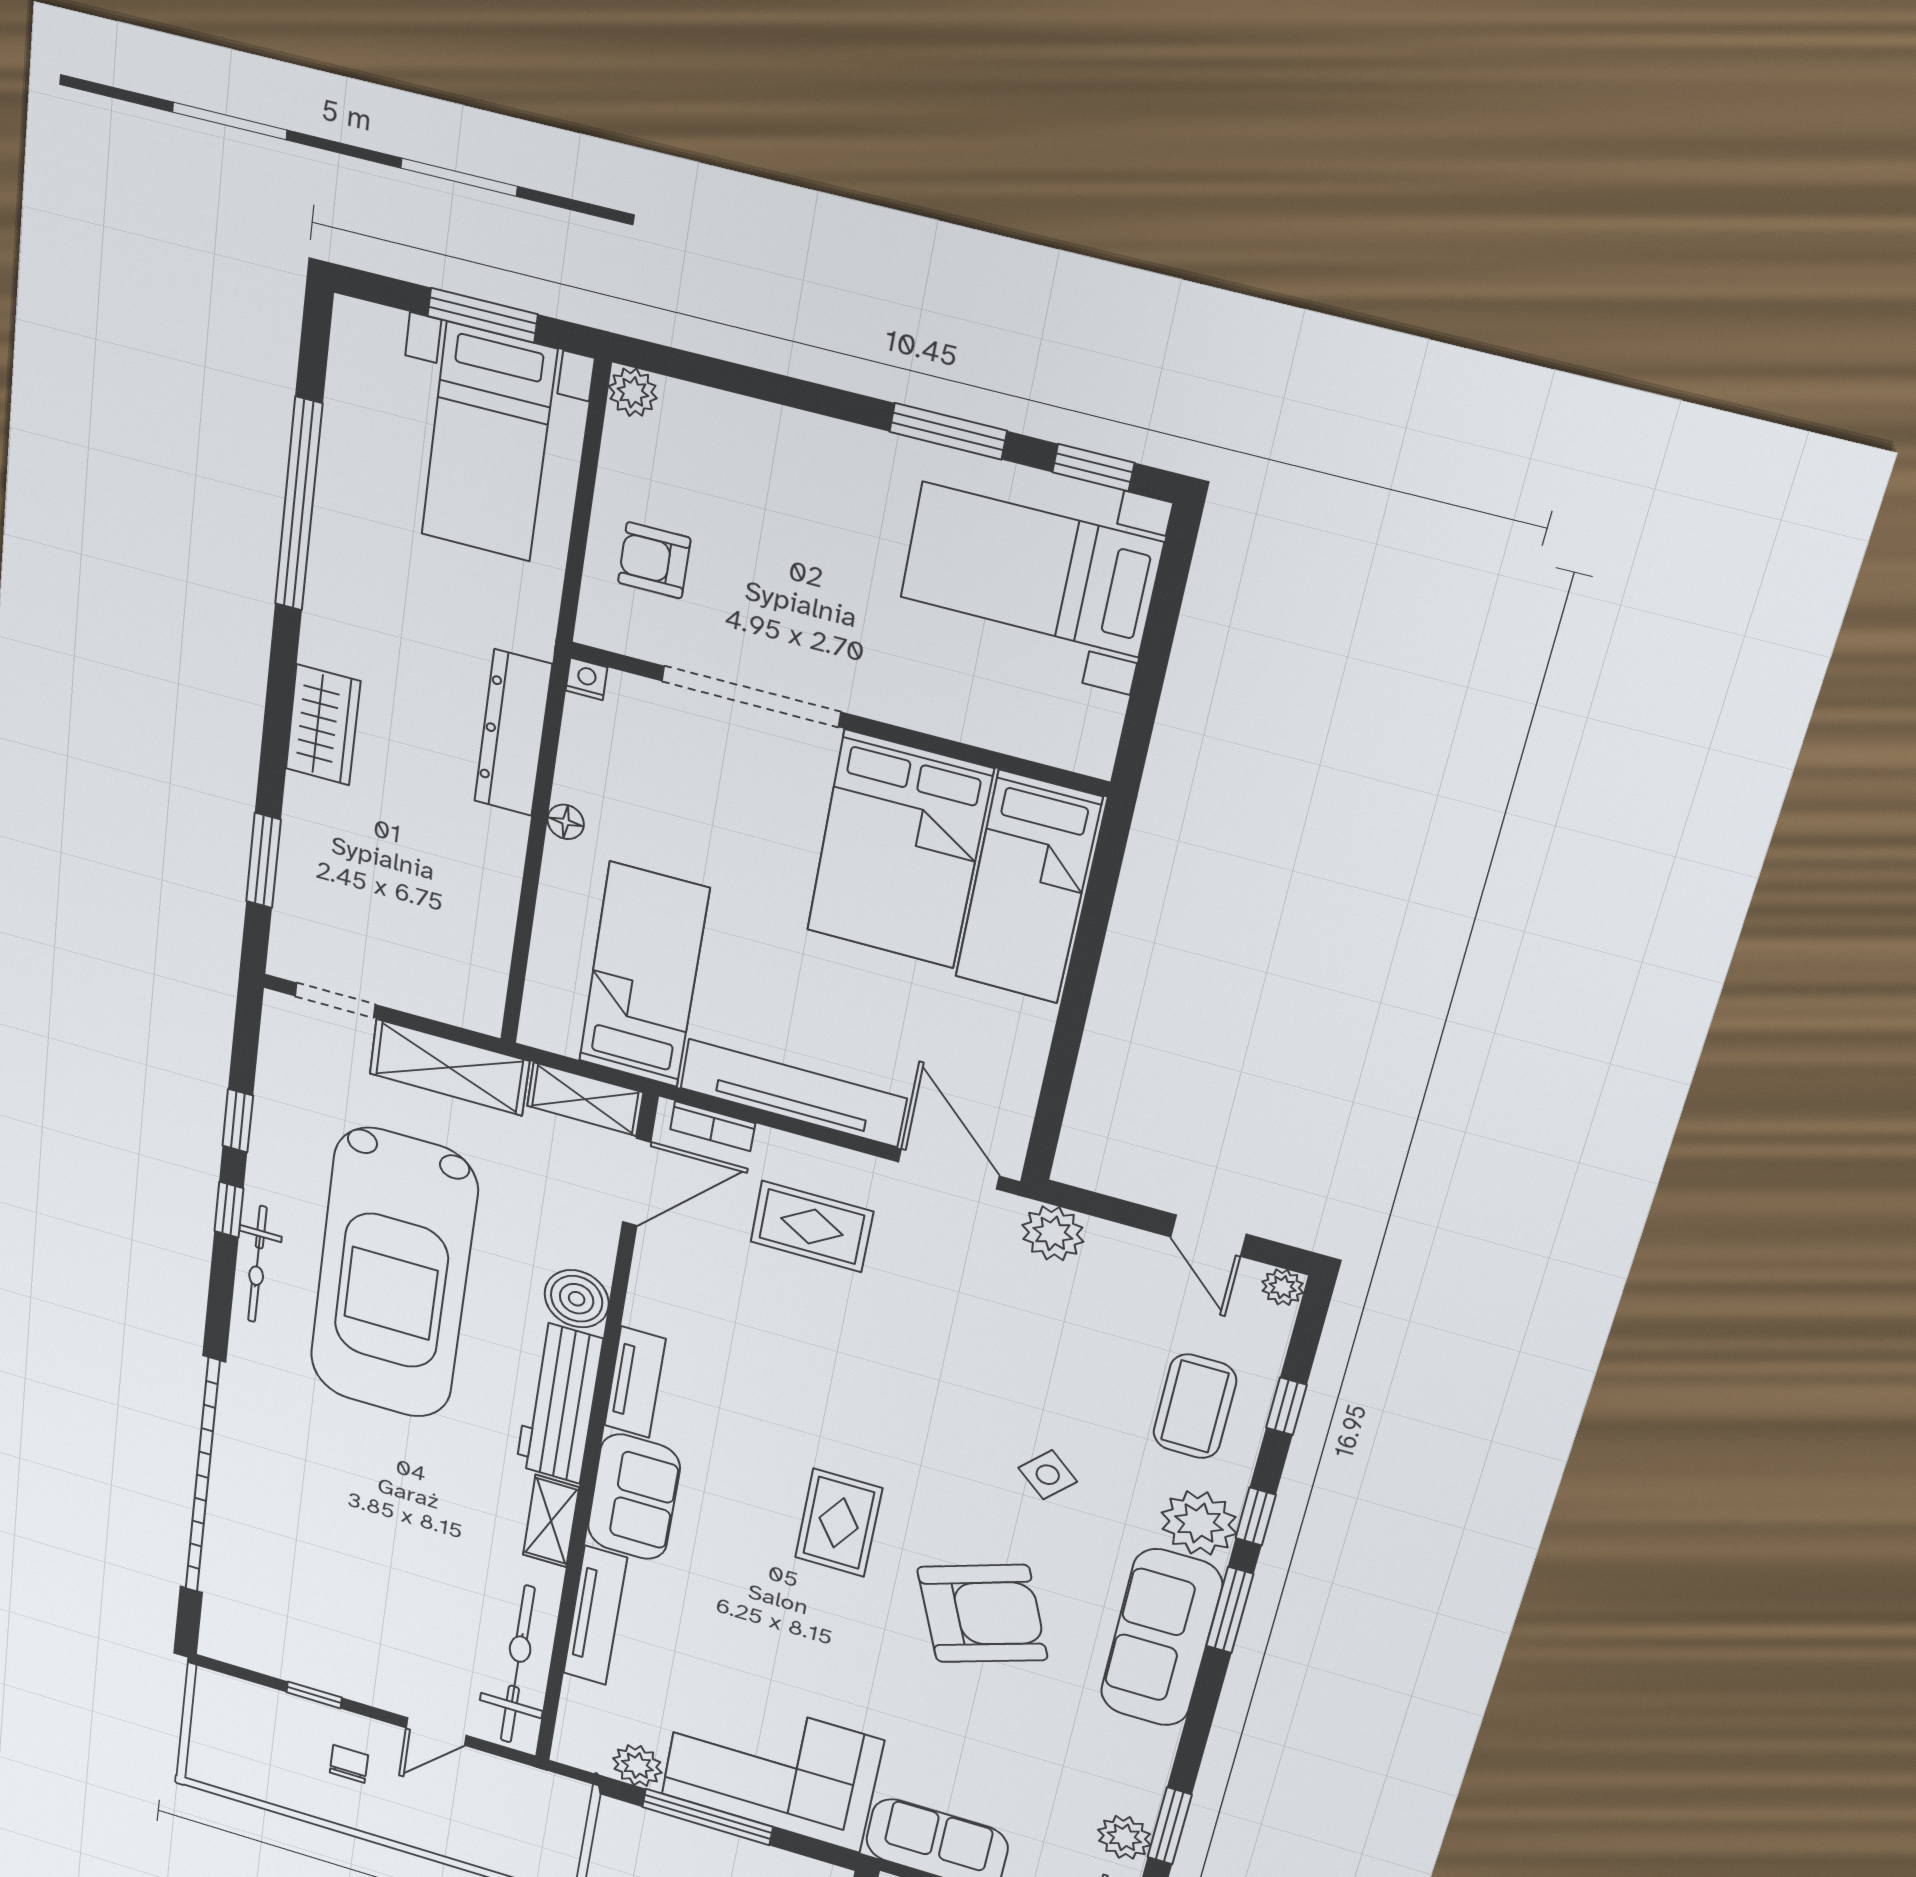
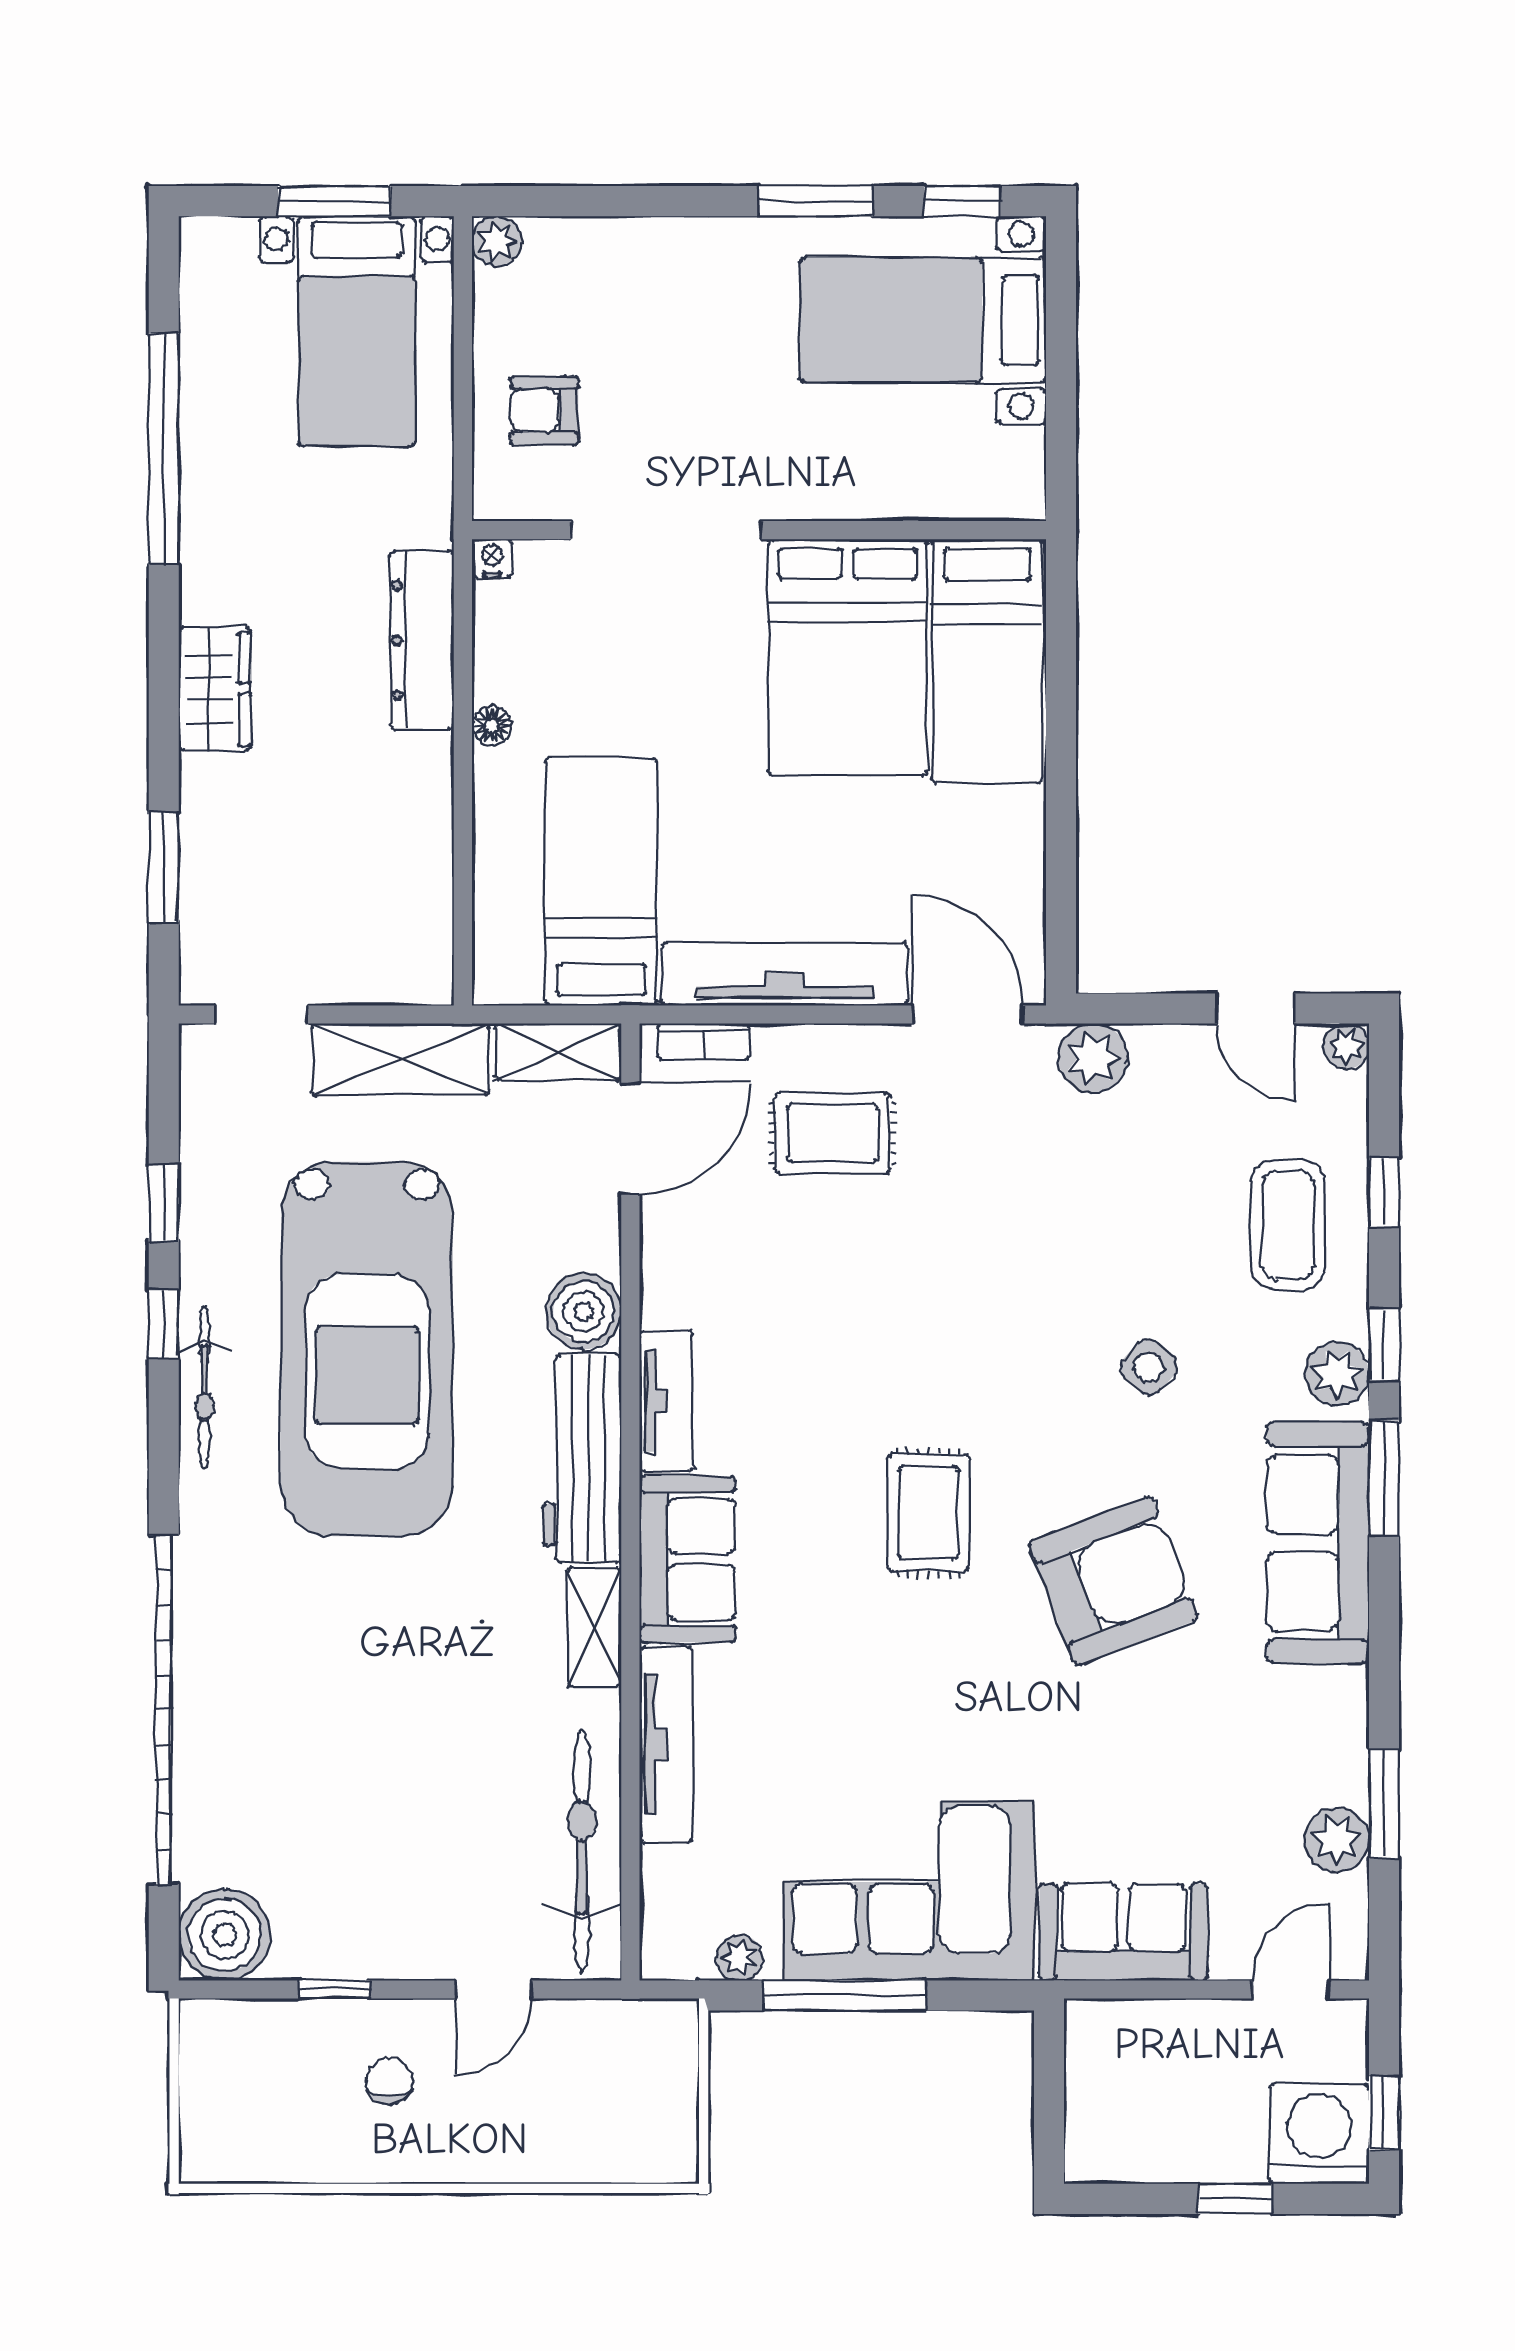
plant: (1199, 1523) -> (1337, 1374), width x0.73, depth x0.73
boiler: (234, 1636) -> (225, 1935), added
plant: (637, 1766) -> (739, 1958), width x0.73, depth x0.73

